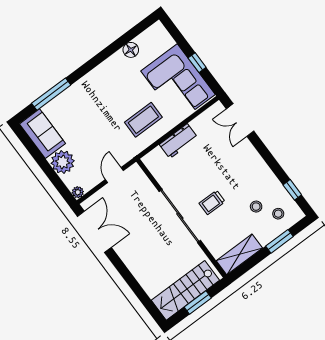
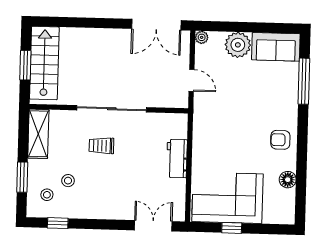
armchair: (106, 78) -> (280, 140), added
coffee table: (143, 120) -> (219, 143), removed
trolley: (212, 202) -> (101, 146), turned -90

